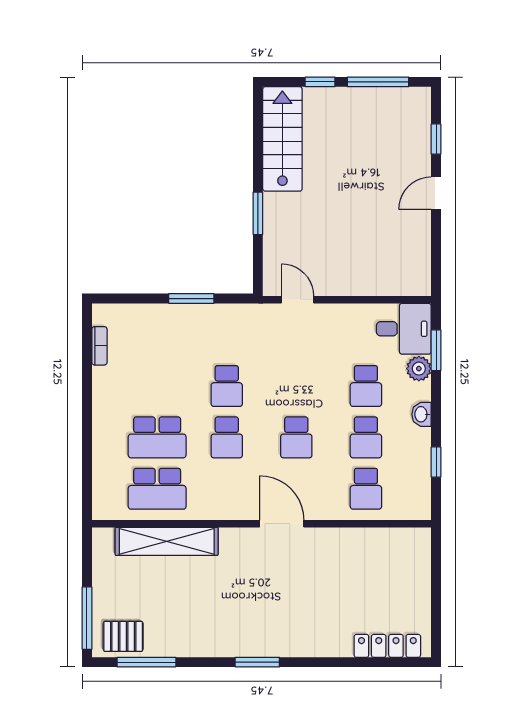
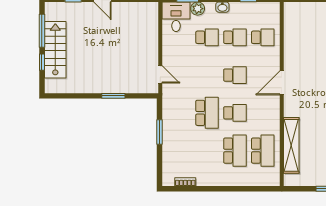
stairs: (282, 139) -> (55, 50), moved, turned 90
door: (298, 300) -> (160, 74), swing flipped
school desk: (227, 386) -> (207, 113), width x1.85

